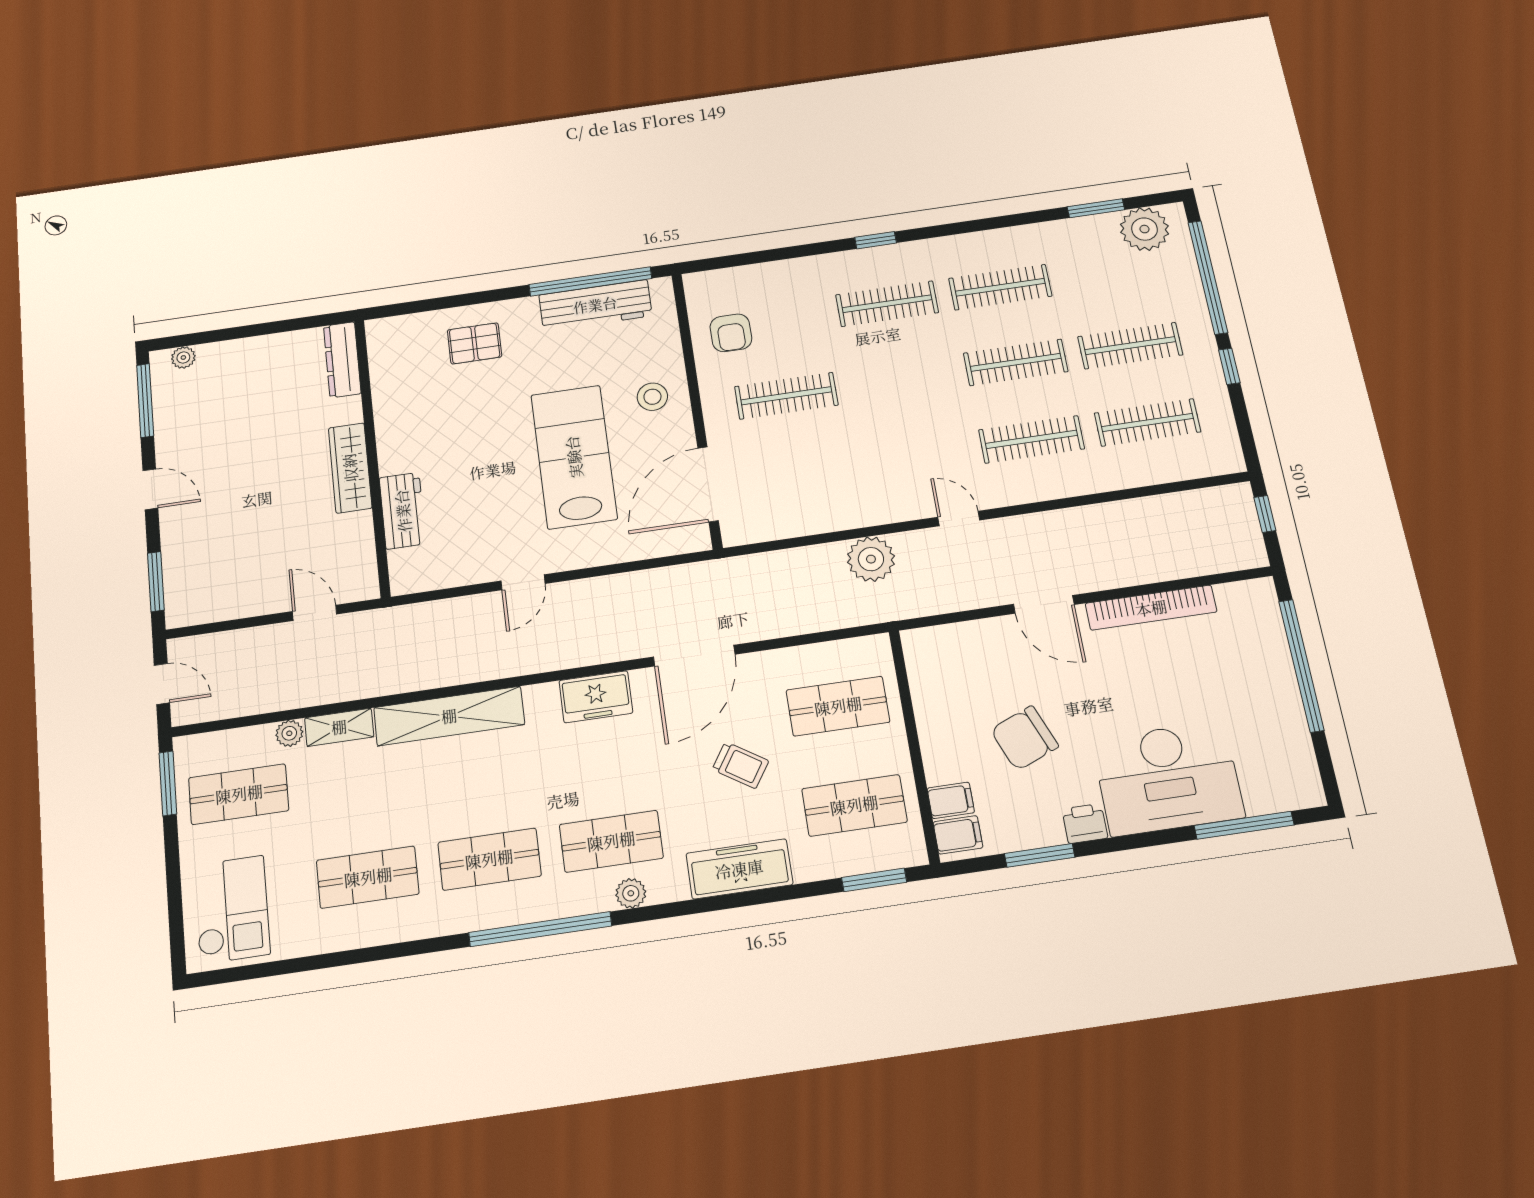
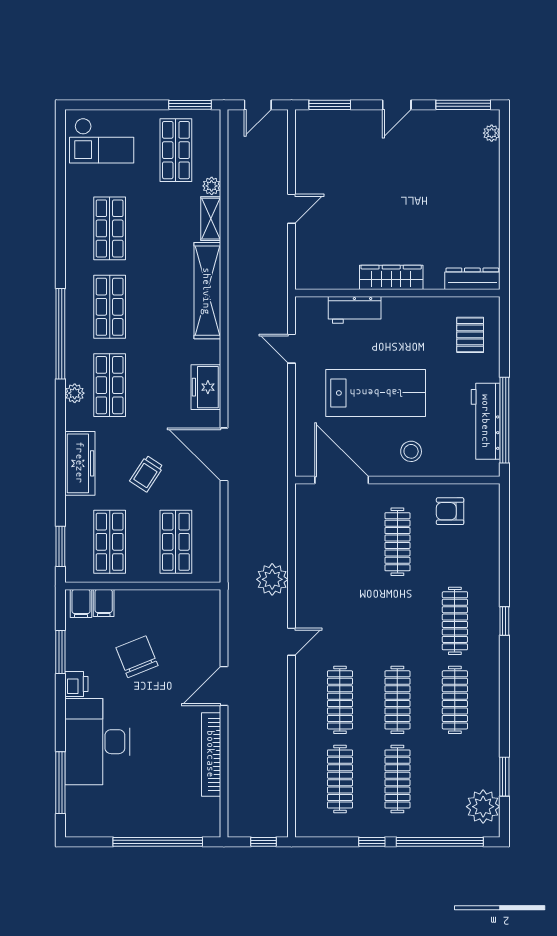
dresser: (342, 360) -> (472, 279), moved
wall: (372, 456) -> (397, 293), moved
wardrobe: (350, 468) -> (391, 277), moved
workbench: (403, 511) -> (355, 310), moved

